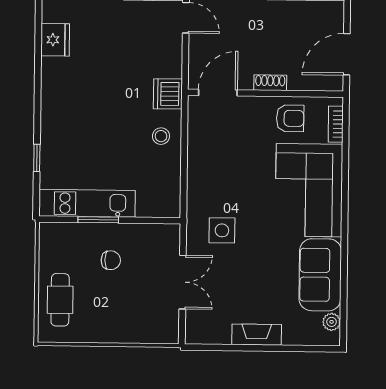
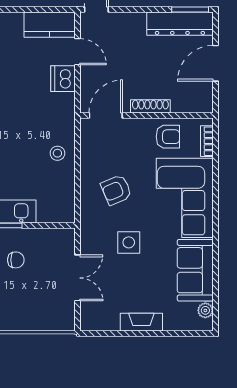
door: (347, 54) -> (215, 63), moved
shoe rack: (270, 83) -> (150, 106), width x1.43
dishwasher: (168, 94) -> (63, 79), moved
armchair: (229, 180) -> (116, 190), added
side table: (222, 230) -> (129, 242), moved

